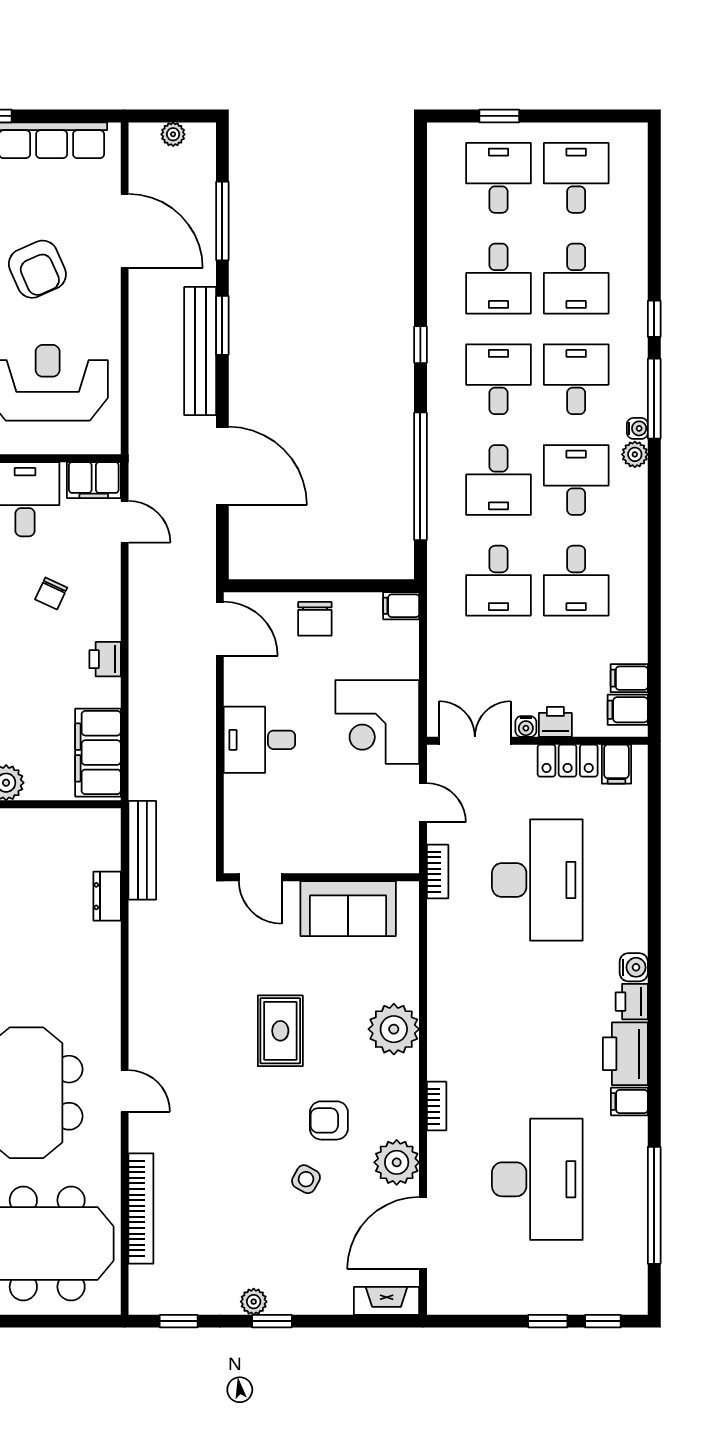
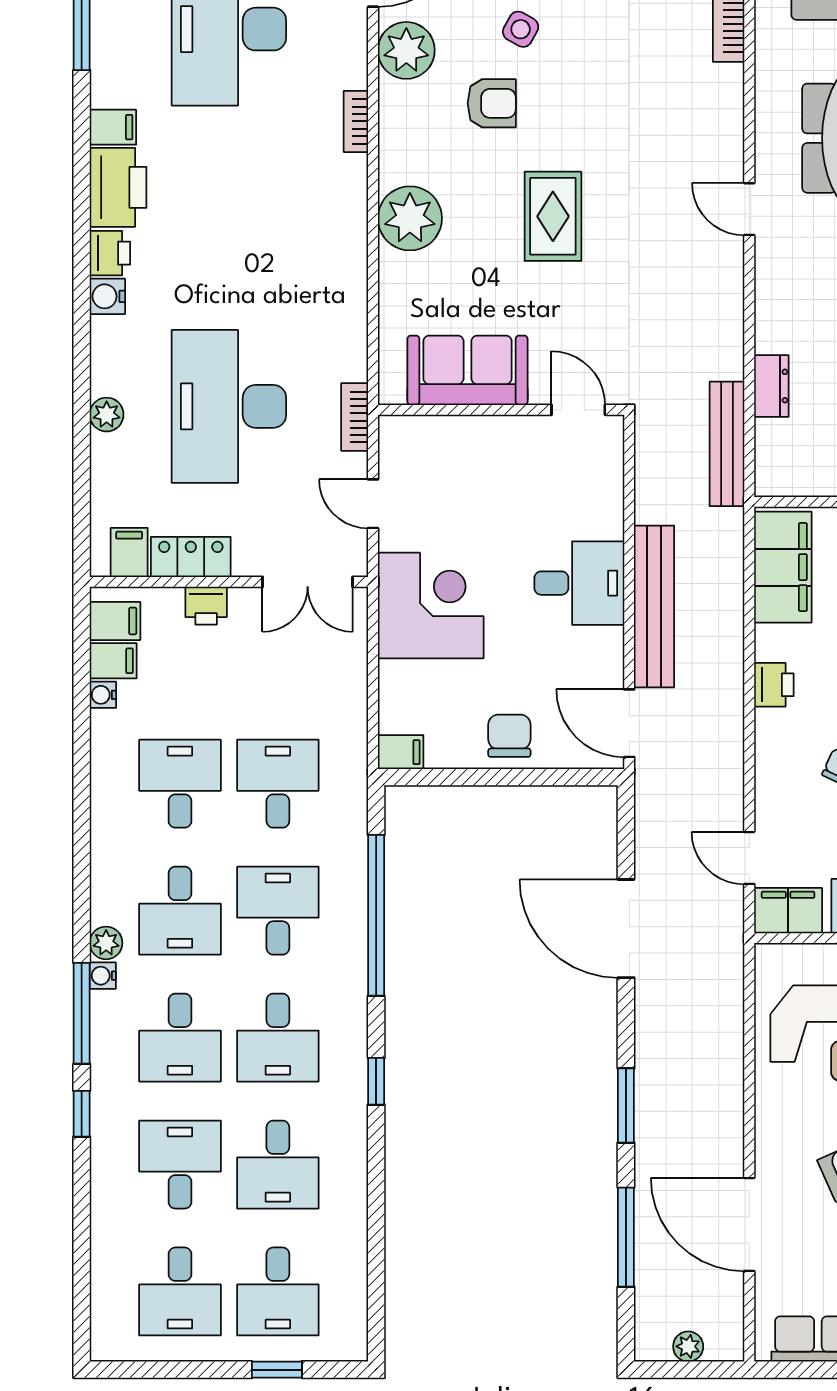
desk: (499, 279) -> (278, 1165), turned 180
bench: (200, 351) -> (654, 606), moved
water cooler: (526, 726) -> (103, 695), moved, turned -90
plant: (634, 874) -> (107, 415), added
door: (125, 1091) -> (749, 209), moved

